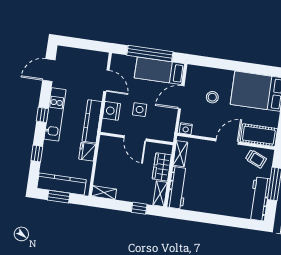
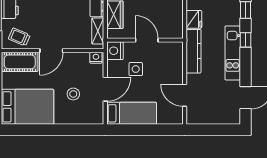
window: (150, 54) -> (144, 130), removed
side table: (140, 110) -> (136, 69), moved
nightstand: (111, 111) -> (115, 51), moved, turned 180
window: (42, 115) -> (246, 40), moved

